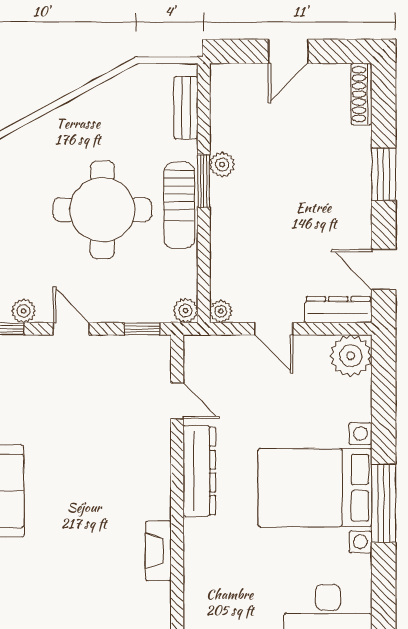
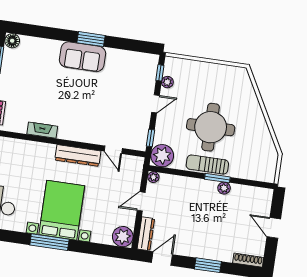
bench: (186, 108) -> (254, 175), removed
plant: (185, 311) -> (162, 156), width x1.88, depth x1.88
door: (177, 401) -> (113, 150), hinge flipped

